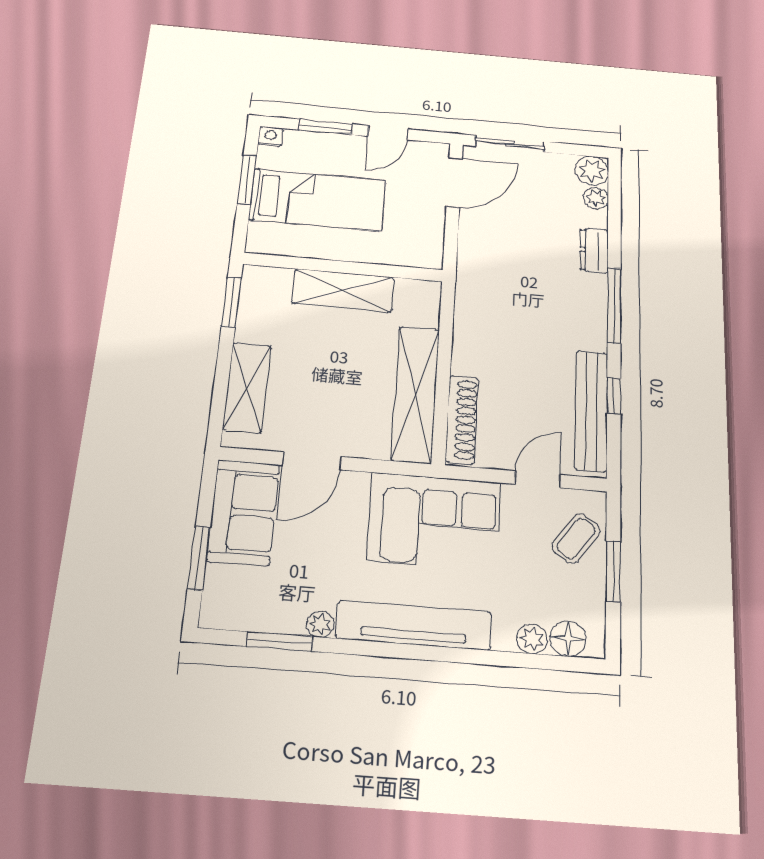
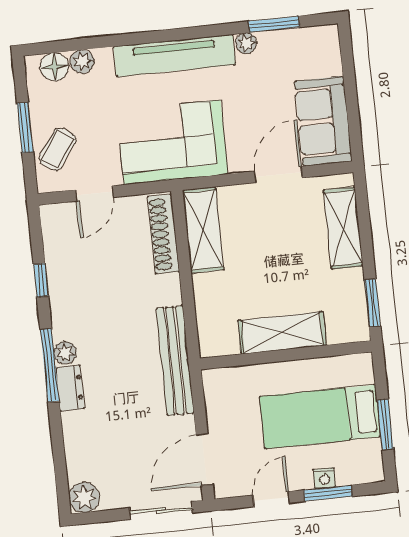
nightstand: (270, 136) -> (324, 478), moved
plant: (596, 198) -> (65, 353), moved
dresser: (594, 250) -> (70, 388), moved
shelving: (415, 394) -> (203, 230), width x0.68
bench: (591, 410) -> (175, 361), moved
window: (199, 558) -> (349, 78), removed

